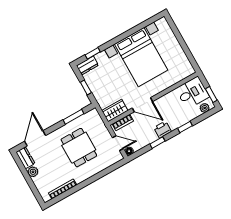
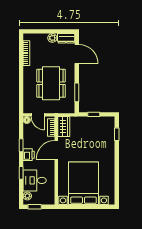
bed with nightstands: (141, 57) -> (83, 183), moved, turned 90
dresser: (87, 65) -> (110, 125), removed
desk: (192, 93) -> (35, 180), moved, turned 90
door: (118, 143) -> (38, 115), hinge flipped
dining table: (79, 148) -> (51, 83), width x1.38

